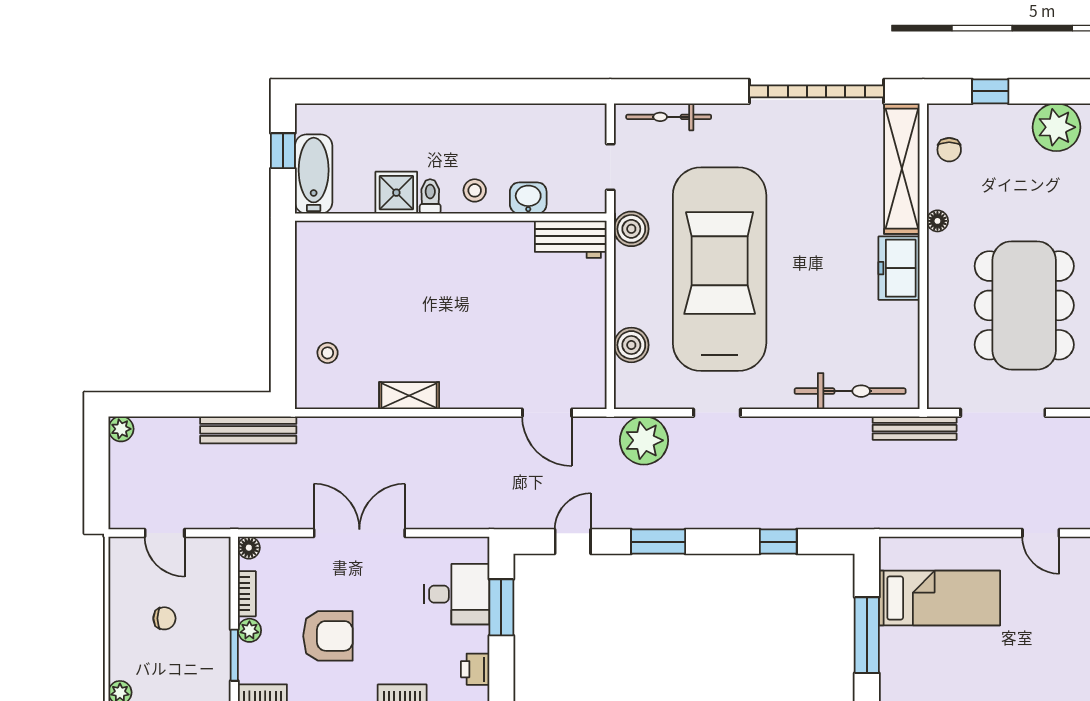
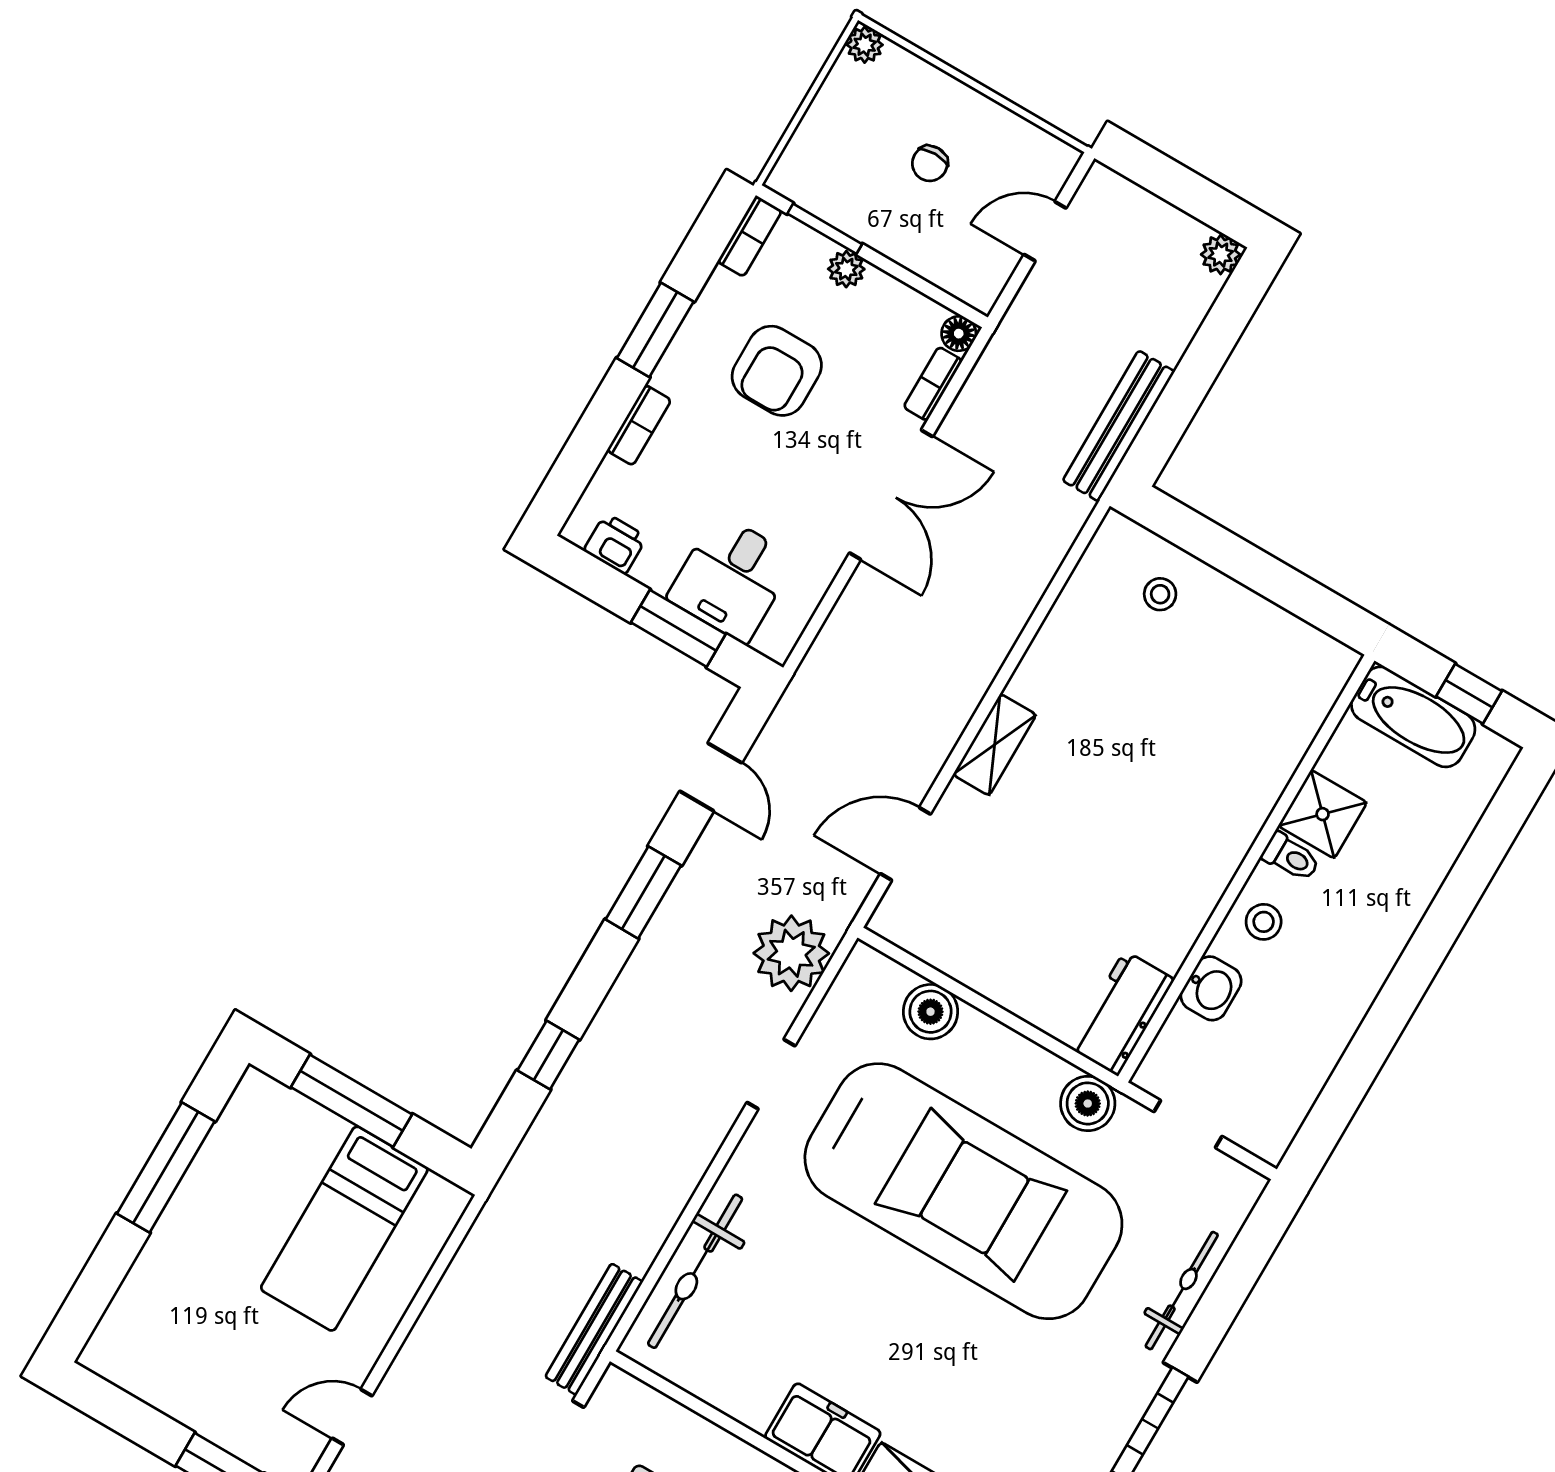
bicycle: (669, 117) -> (1182, 1291), moved
shelving: (409, 396) -> (995, 745), moved
bookcase: (247, 594) -> (933, 384), moved, turned 90

